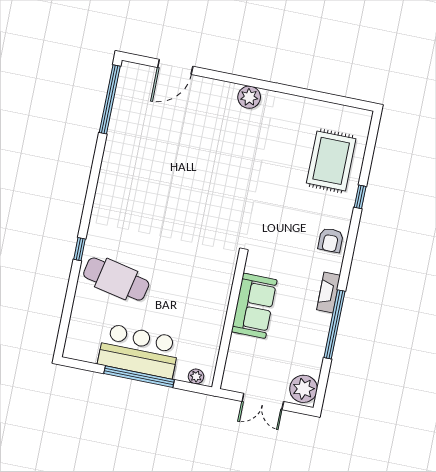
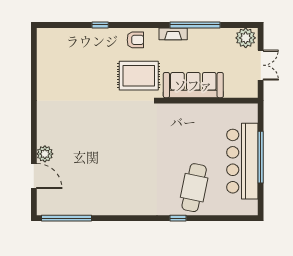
plant: (249, 97) -> (45, 154), moved
rug: (331, 161) -> (139, 76), moved
sofa: (254, 306) -> (193, 85), width x1.36
bar counter: (139, 351) -> (242, 161), width x1.36
plant: (196, 376) -> (252, 116), removed

